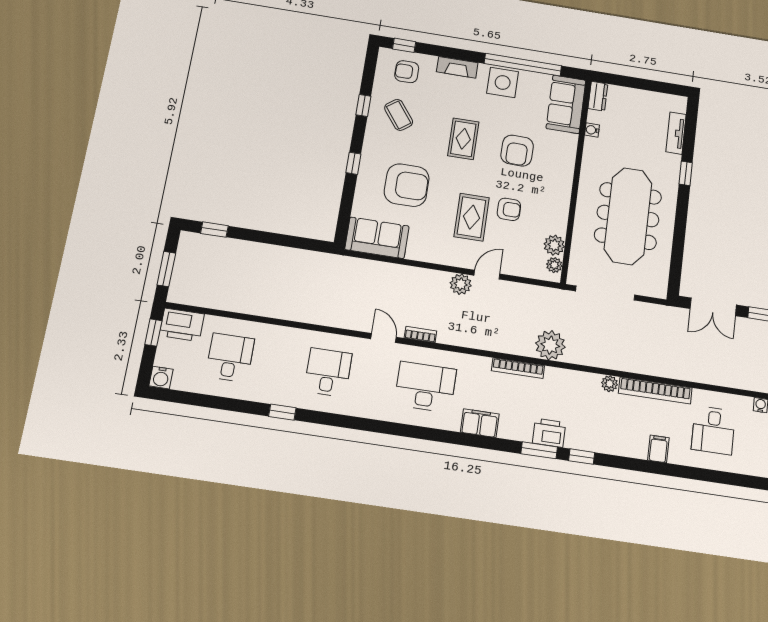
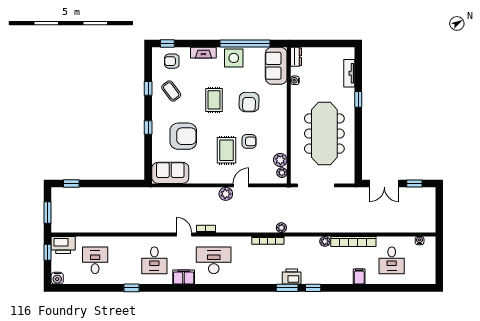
plant: (550, 345) -> (281, 228), width x0.53, depth x0.53
desk: (328, 372) -> (154, 260), turned 180
filing cabinet: (480, 423) -> (184, 277), moved

